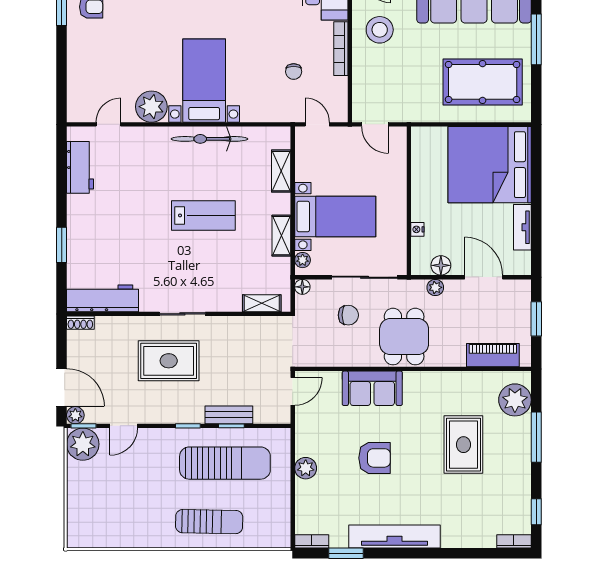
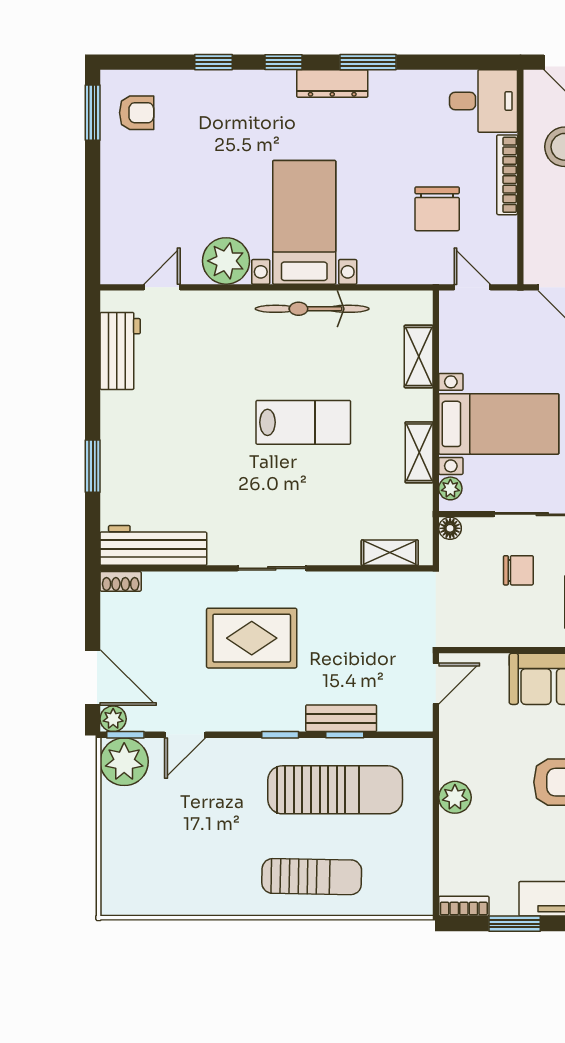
chair: (294, 72) -> (437, 209), width x1.87, depth x1.87

